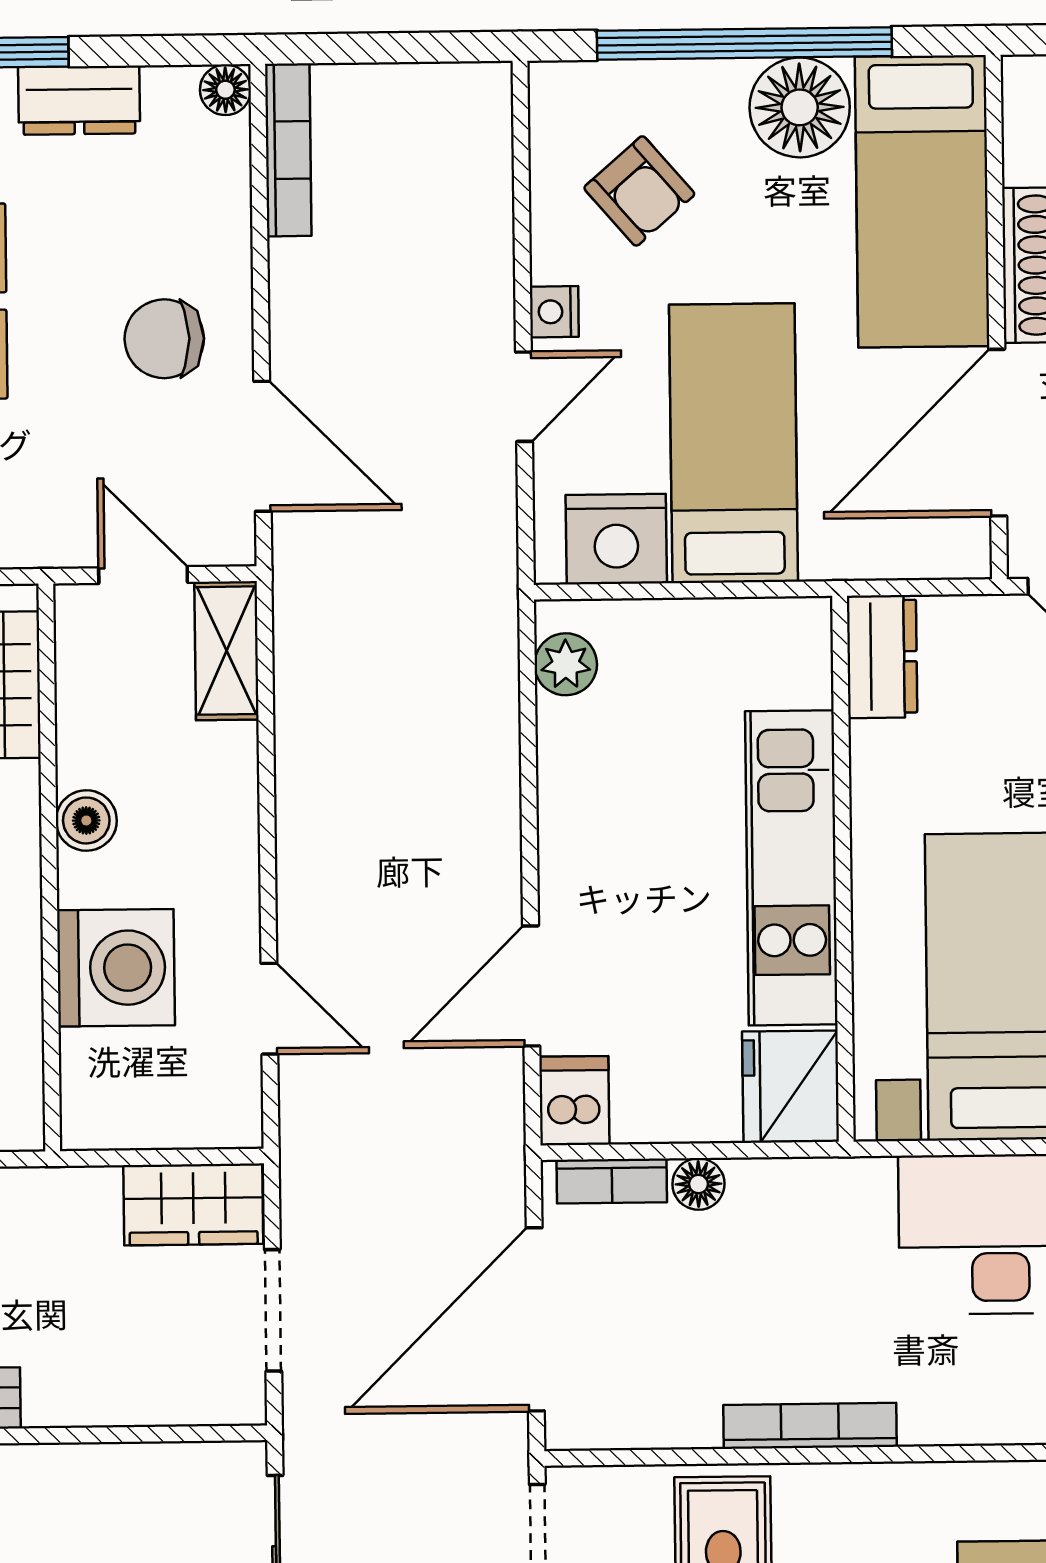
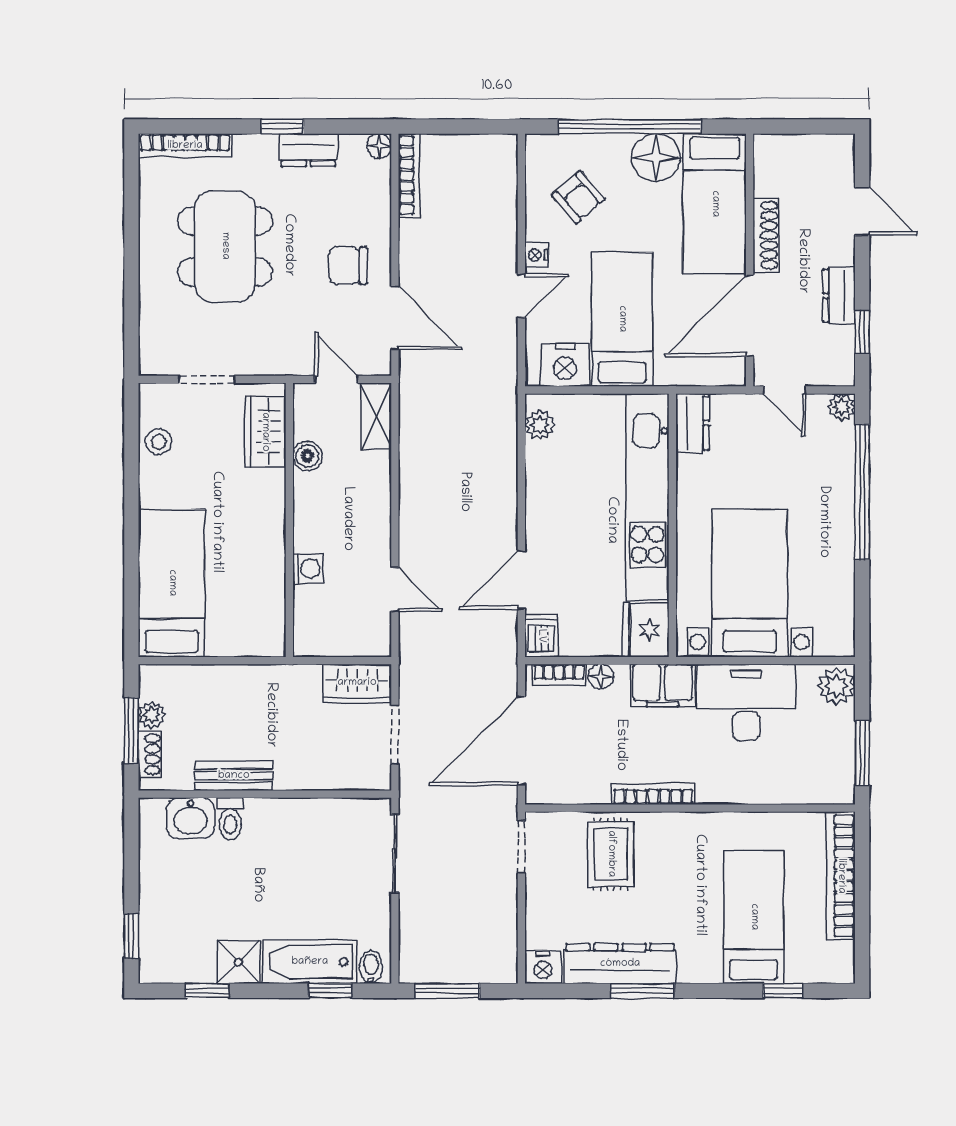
boiler: (86, 820) -> (308, 456), moved
kitchen unit: (791, 868) -> (648, 497), width x1.36
washing machine: (116, 968) -> (308, 569), width x0.53, depth x0.53
filing cabinet: (826, 1201) -> (662, 685), added

